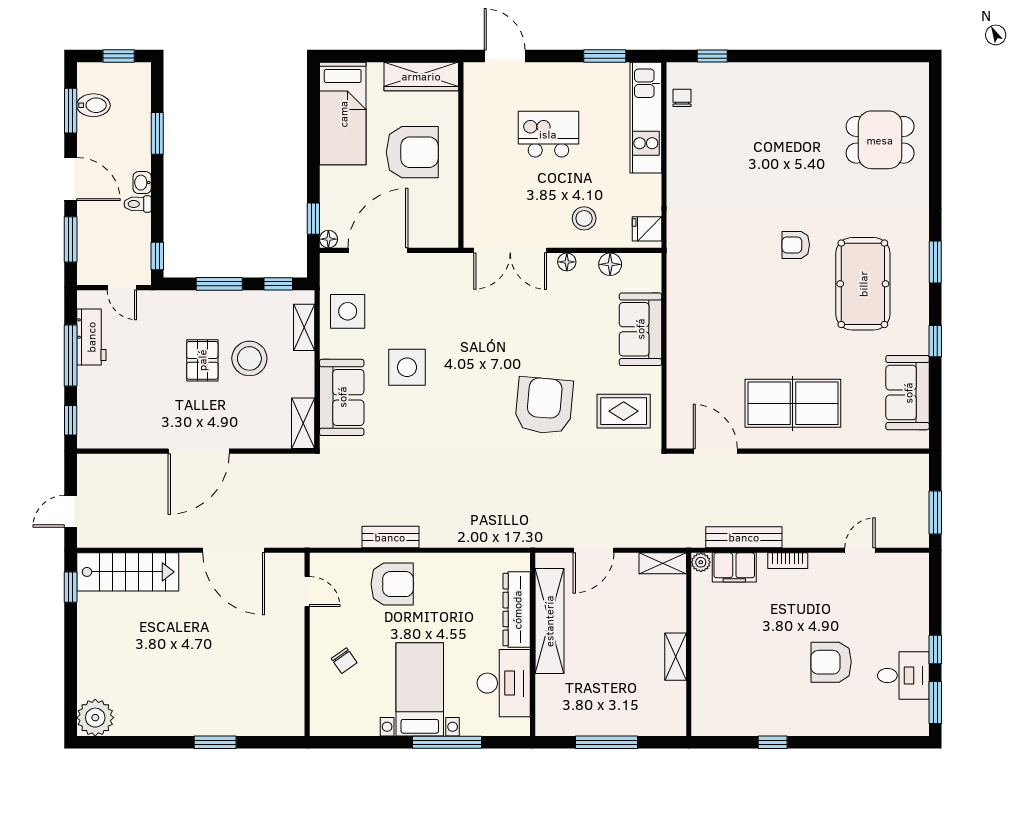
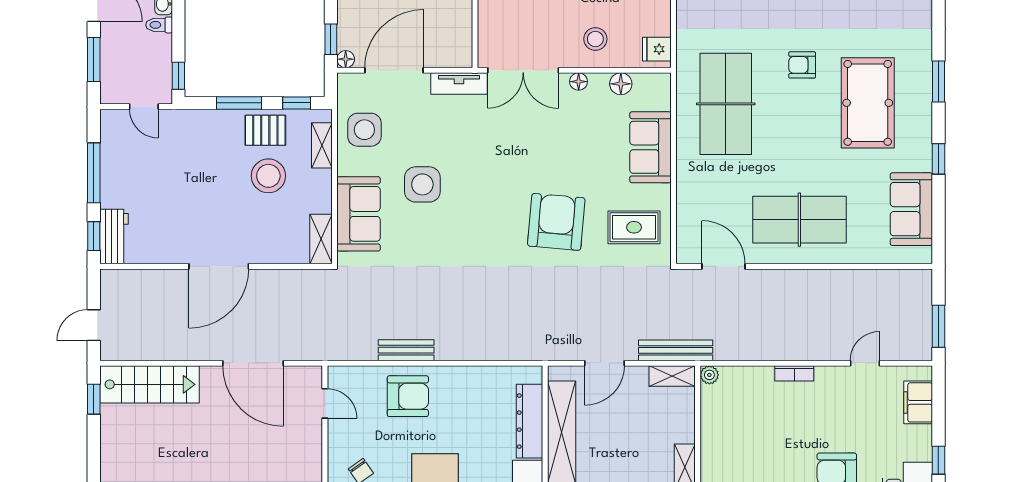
tv unit: (444, 264) -> (459, 83), added
table tennis table: (717, 285) -> (726, 104), added
workbench: (91, 337) -> (114, 237), moved
pallet: (202, 360) -> (265, 130), moved, turned 90
bench: (744, 537) -> (676, 350), moved
filing cabinet: (734, 567) -> (918, 402), moved, turned 90

